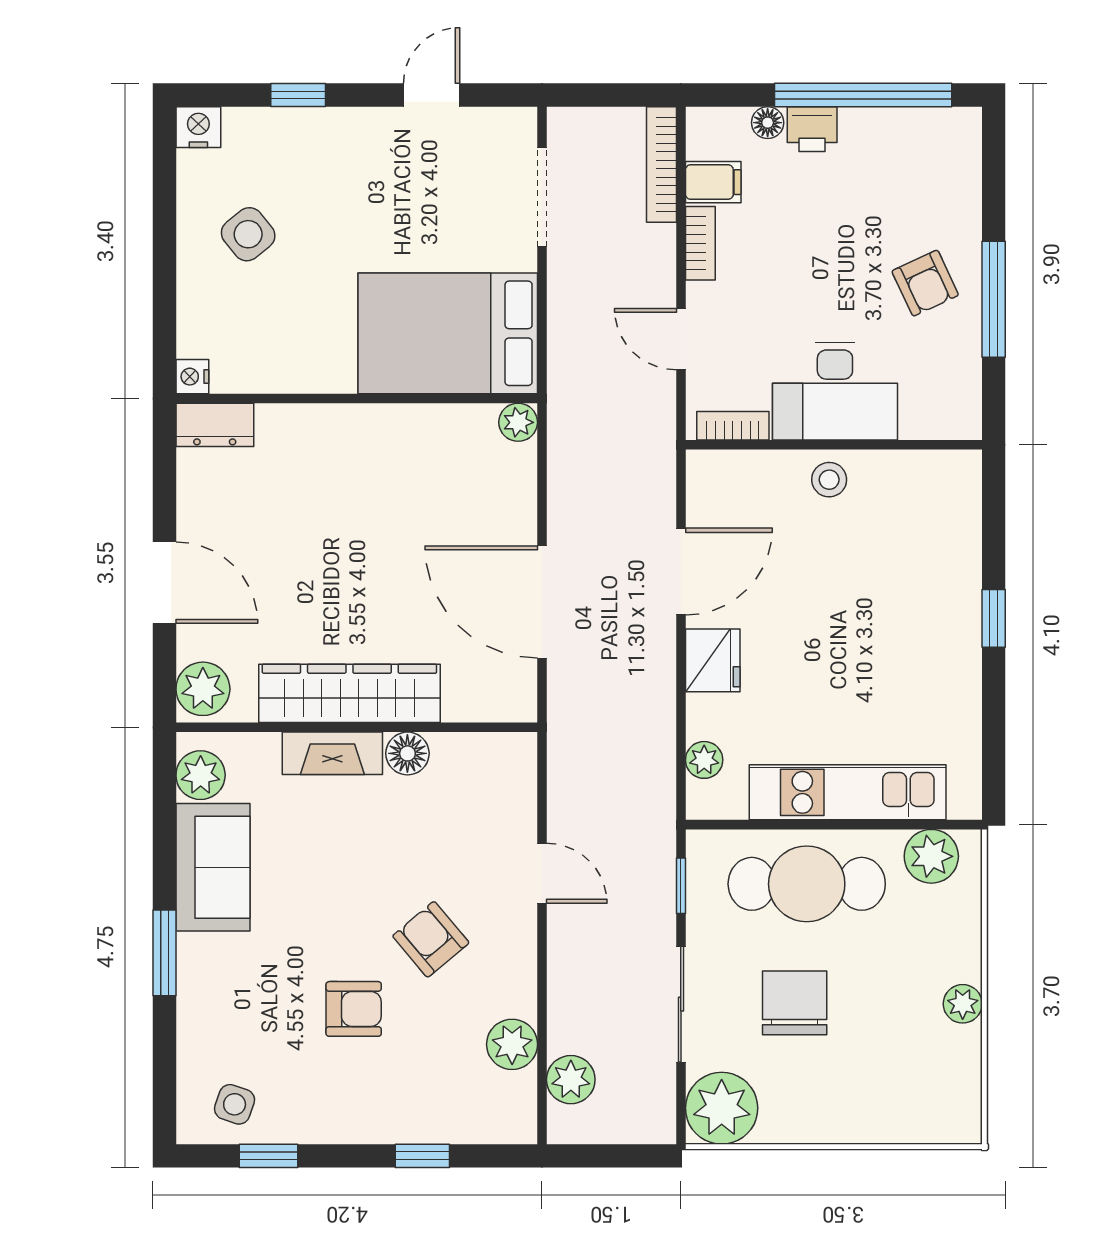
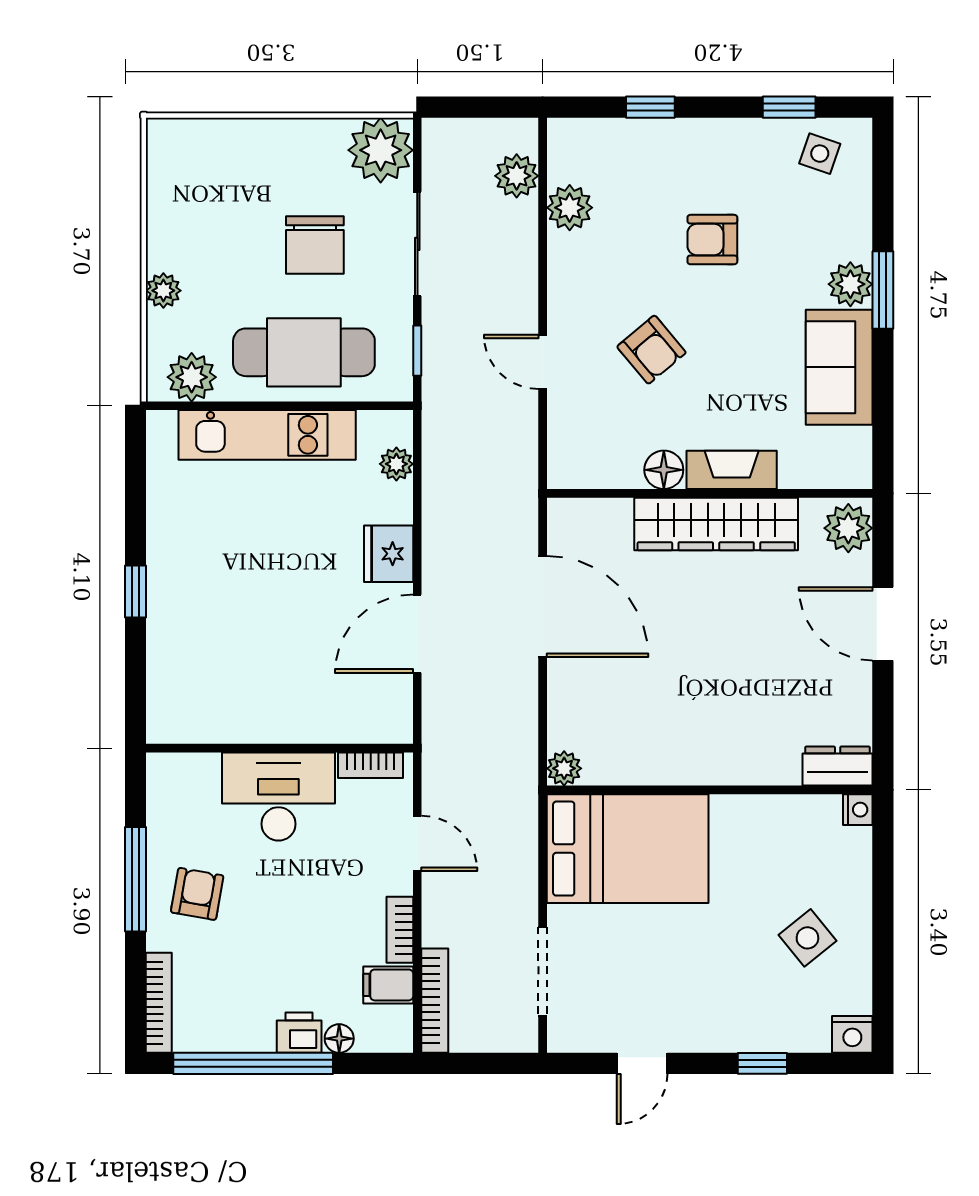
bookcase: (968, 162) -> (159, 1003), added
armchair: (925, 283) -> (197, 894), turned 35
stool: (829, 480) -> (284, 717), removed
plant: (201, 775) -> (850, 284), moved
armchair: (431, 939) -> (651, 350), moved
plant: (963, 1004) -> (163, 291), moved

